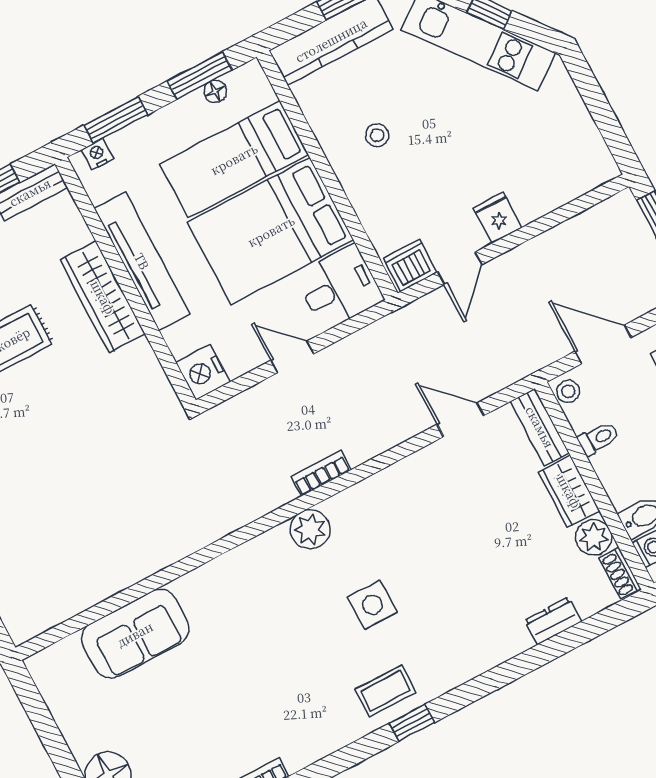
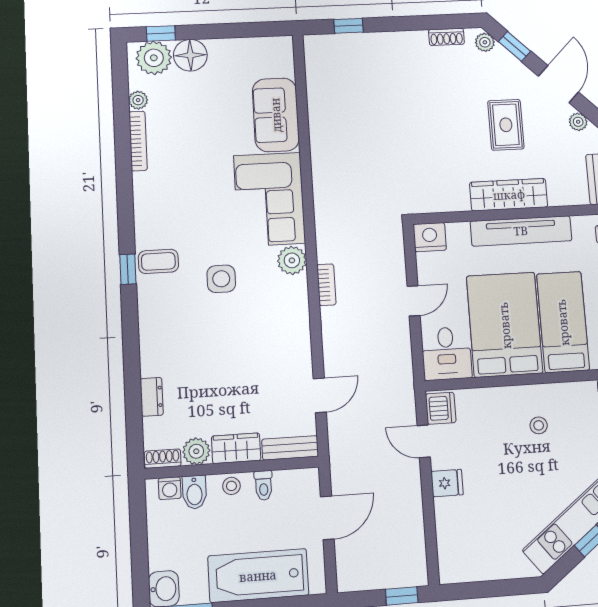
stool: (568, 391) -> (231, 486), moved
corner sofa: (246, 592) -> (269, 199), added
coffee table: (386, 691) -> (158, 261), turned 90

